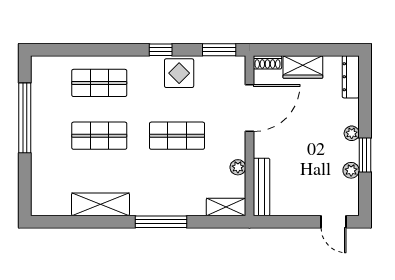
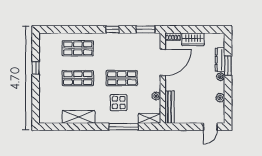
display table: (179, 73) -> (119, 103), moved
dresser: (351, 77) -> (220, 60), moved
window: (25, 118) -> (36, 68), width x0.32
window: (365, 155) -> (228, 66), moved
window: (161, 222) -> (124, 127), moved
door: (334, 222) -> (210, 127), hinge flipped

